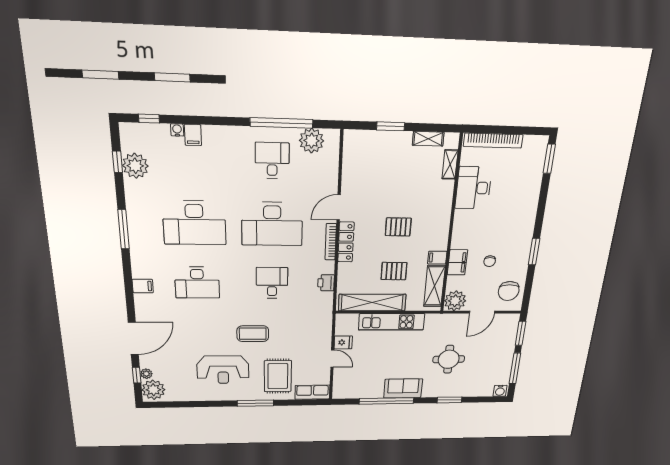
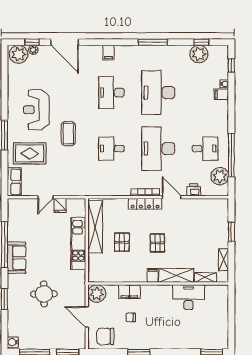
bookcase: (493, 141) -> (224, 308), removed
filing cabinet: (437, 258) -> (153, 275), moved
desk: (272, 283) -> (111, 149), turned 180
printer: (326, 283) -> (194, 190), moved
shelving: (434, 286) -> (176, 275), moved

